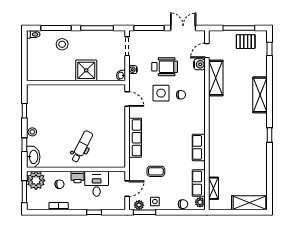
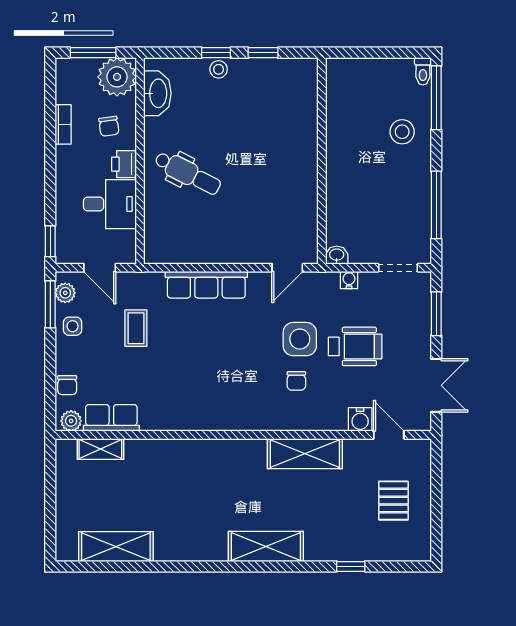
window: (56, 28) -> (436, 98), moved
window: (149, 28) -> (436, 314), width x0.69
window: (239, 28) -> (436, 502), removed
pallet: (246, 42) -> (393, 501), moved
window: (270, 49) -> (351, 566), moved
wheelchair: (165, 67) -> (355, 346), turned -90
shower: (86, 70) -> (347, 182), removed
shelving: (216, 78) -> (305, 454), moved
shelving: (260, 95) -> (266, 547), moved
window: (270, 135) -> (212, 566), removed
window: (24, 145) -> (216, 53), moved
row of seats: (199, 147) -> (186, 418), removed
washbasin: (33, 157) -> (157, 93), moved, turned -90
shelving: (249, 203) -> (116, 547), moved, turned 90
window: (94, 212) -> (50, 241), moved

